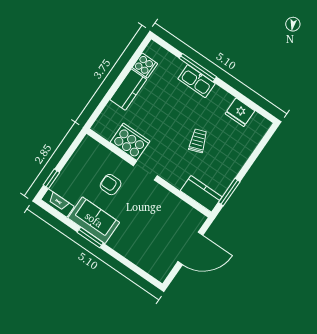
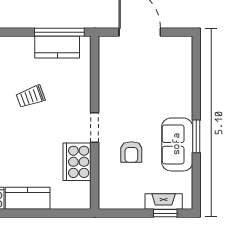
window: (229, 192) -> (59, 32), width x1.44
kitchen counter: (201, 194) -> (57, 47), moved, turned -90
fireplace: (58, 203) -> (164, 202), moved, turned 90

